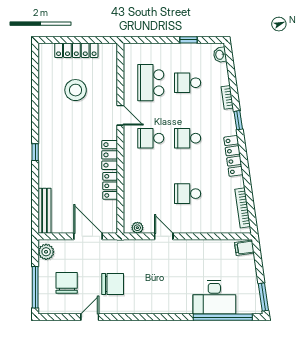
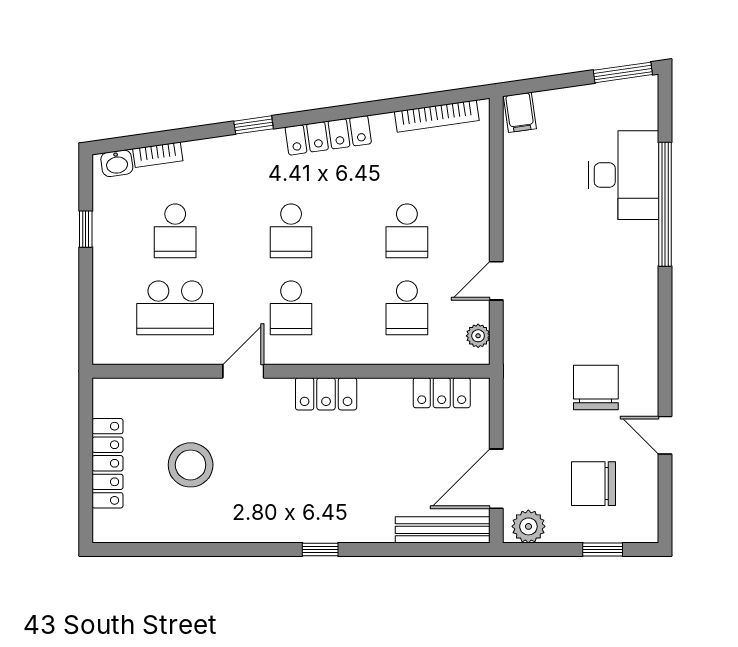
bookcase: (227, 97) -> (158, 155), moved
locker: (110, 186) -> (442, 393), moved
school desk: (151, 194) -> (407, 308), added
door: (88, 236) -> (496, 479), moved
window: (35, 287) -> (603, 549), width x0.46
window: (223, 317) -> (665, 204), moved

